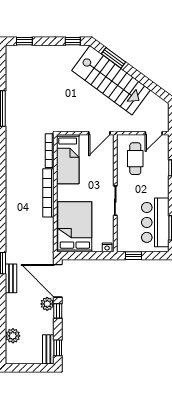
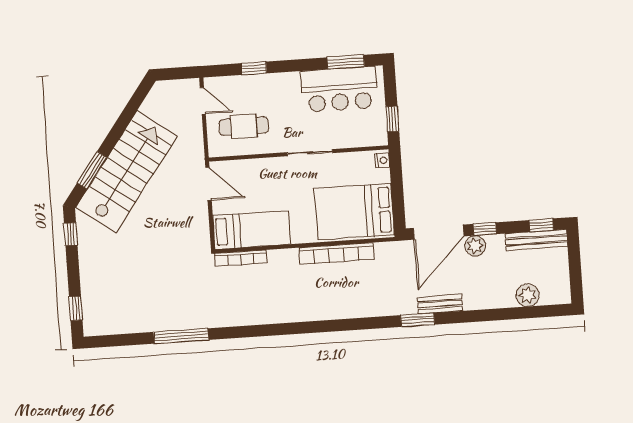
bookcase: (48, 193) -> (336, 253), moved
bench: (48, 349) -> (536, 240), width x1.36

